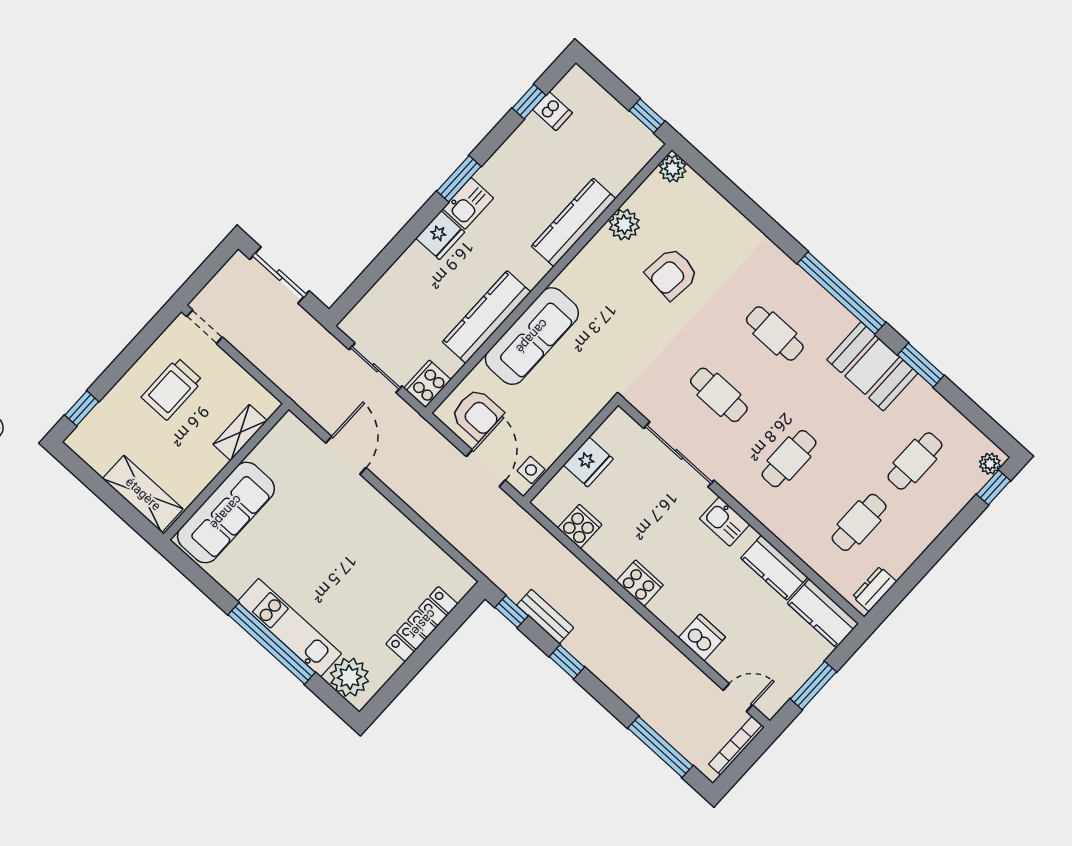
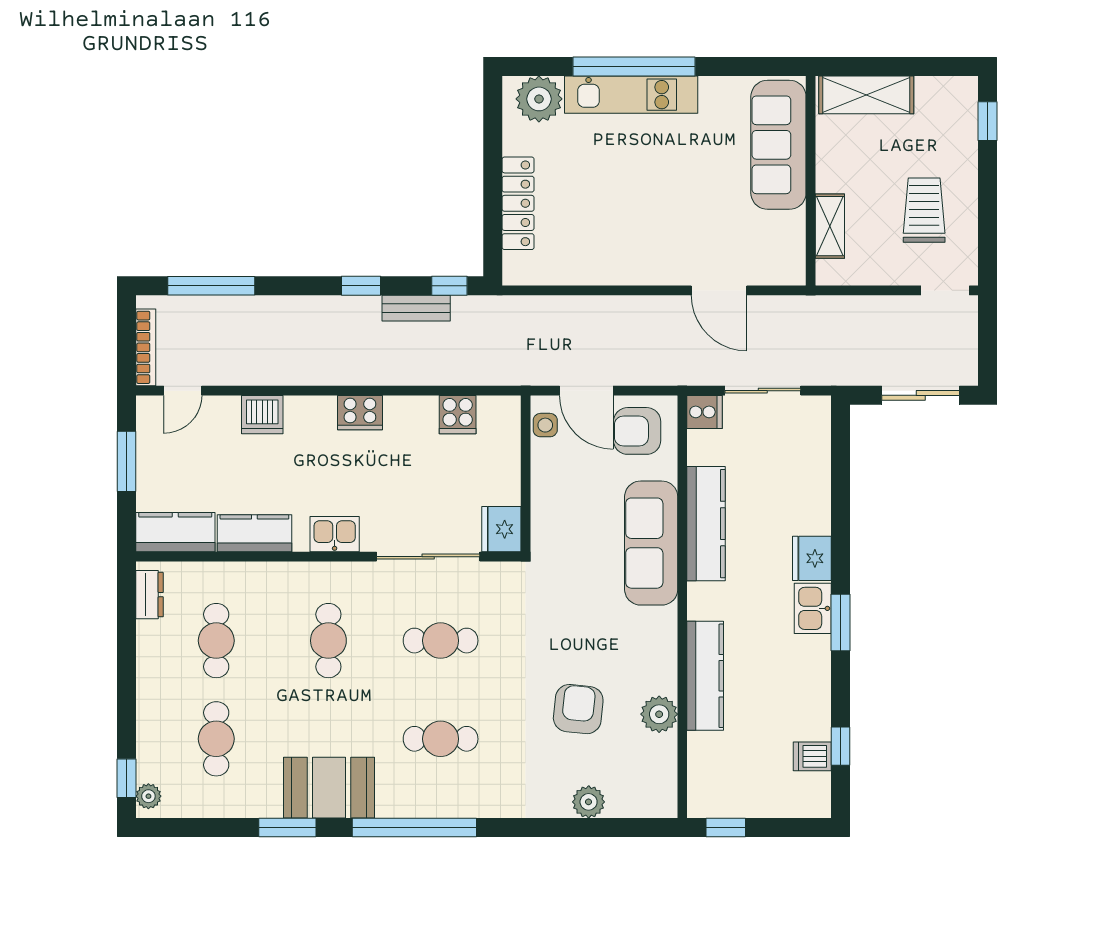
plant: (673, 169) -> (589, 802), moved
cooker: (427, 384) -> (704, 412), width x0.73
fridge: (588, 462) -> (501, 529), moved

